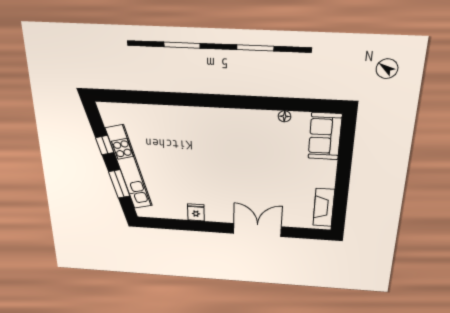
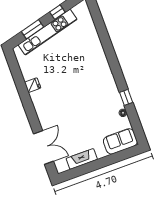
window: (263, 103) -> (126, 97), added
fireplace: (324, 207) -> (82, 159), moved
double door: (257, 230) -> (43, 147), moved

